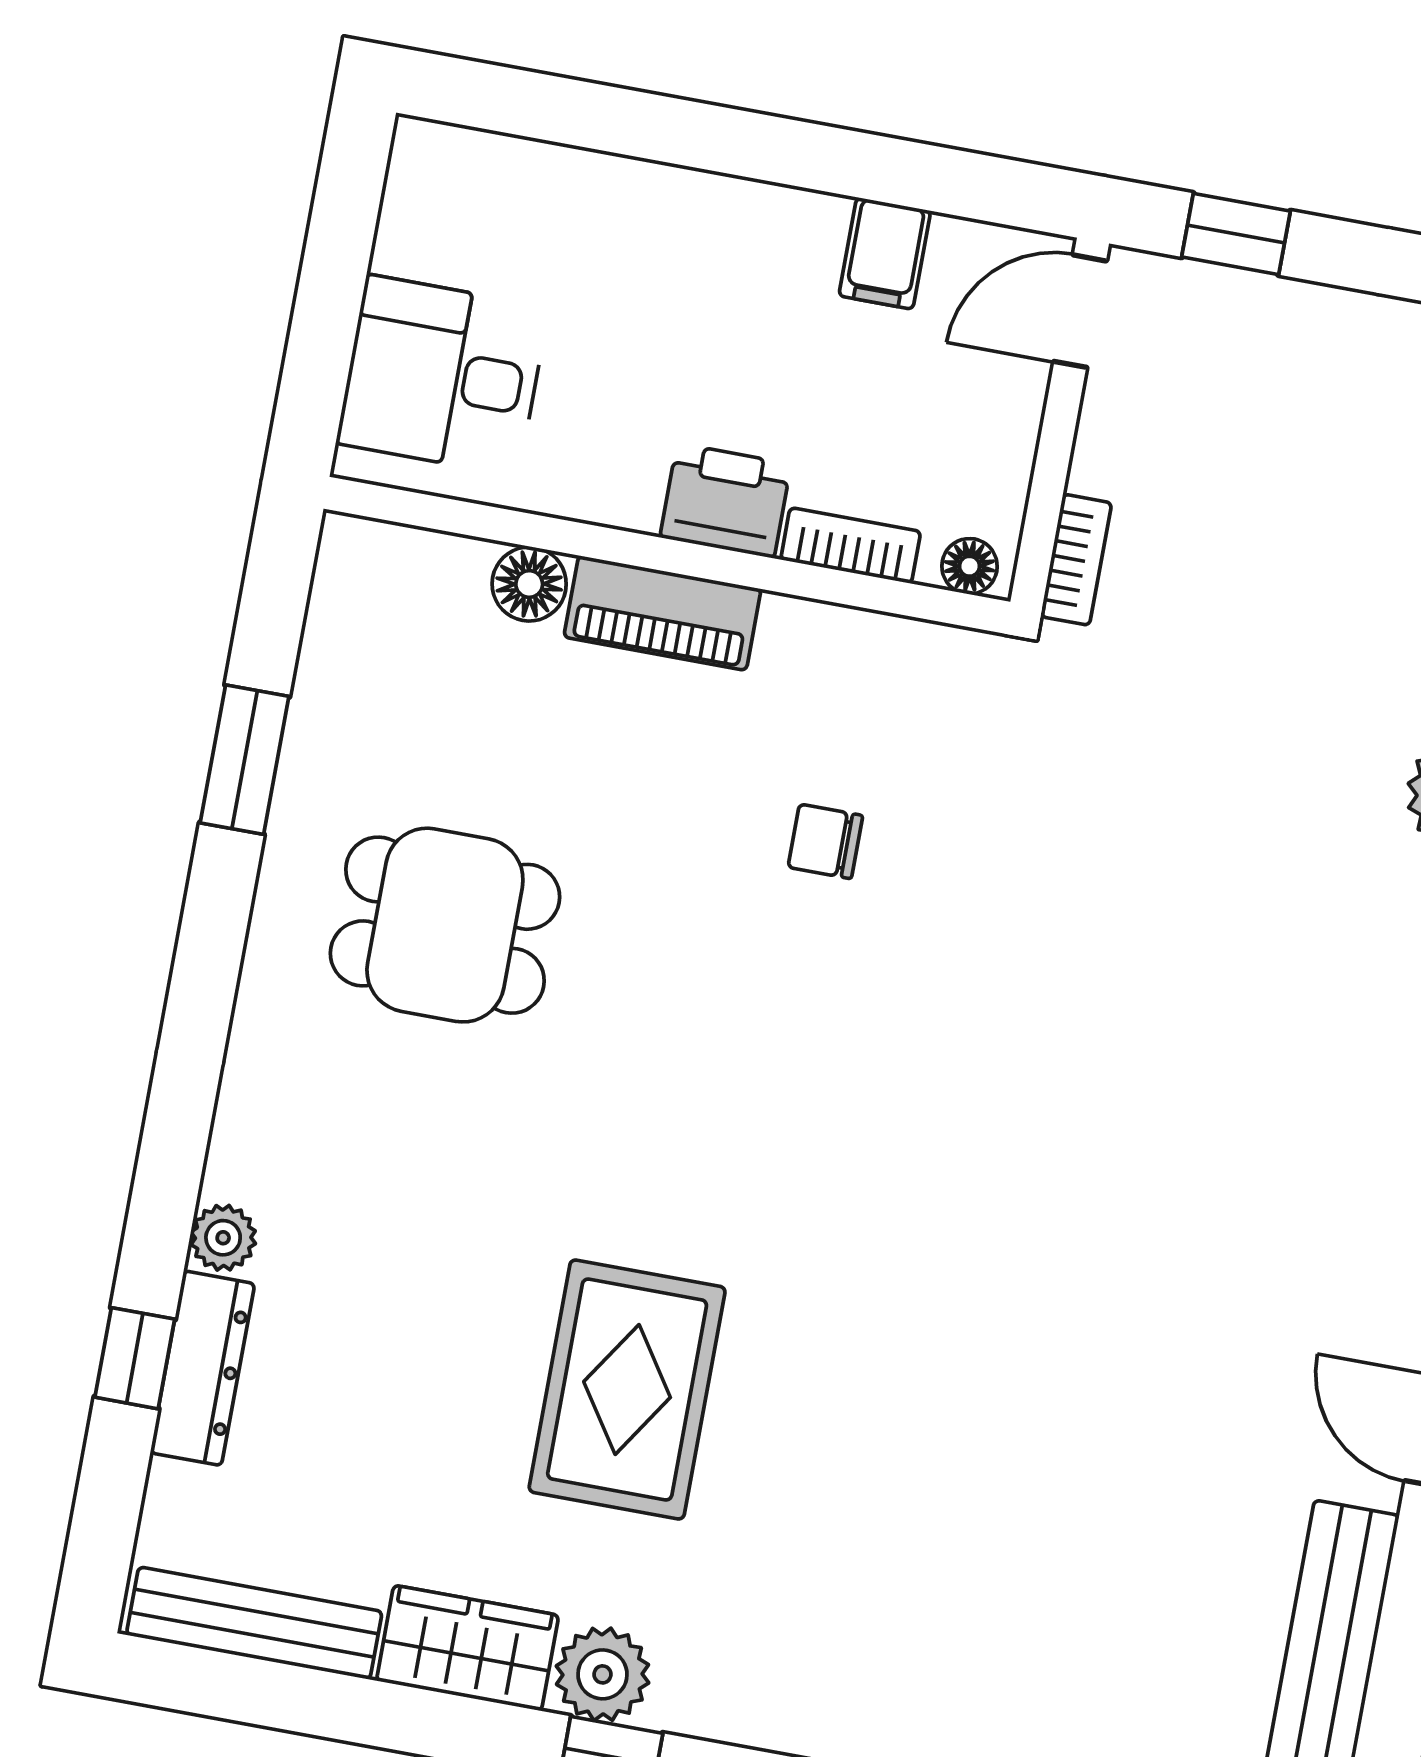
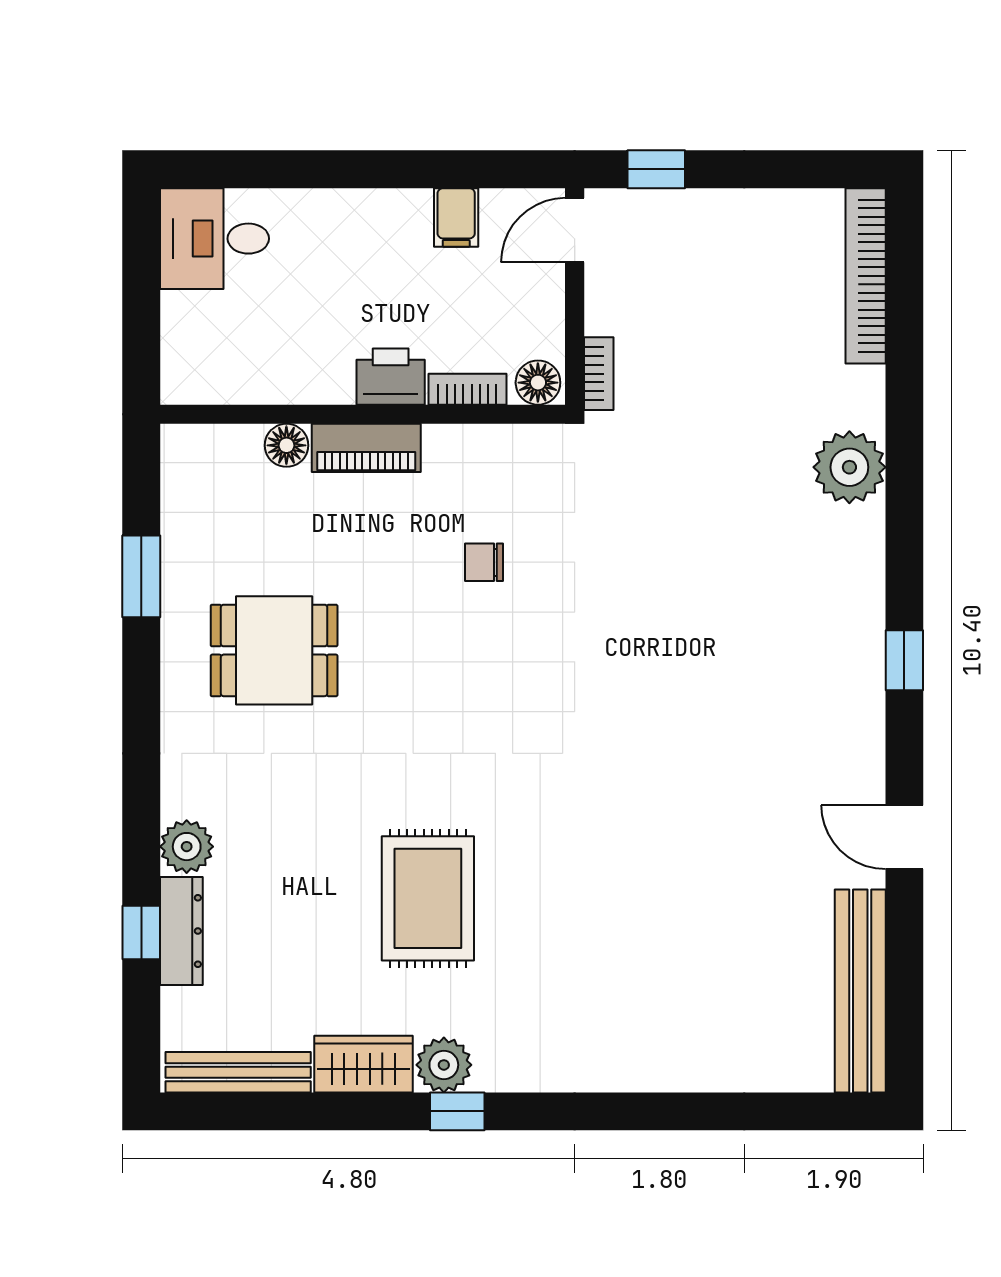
desk: (442, 375) -> (215, 239), moved
floor lamp: (970, 566) -> (538, 383), width x1.37, depth x1.37
plant: (223, 1238) -> (187, 847), width x1.38, depth x1.38

